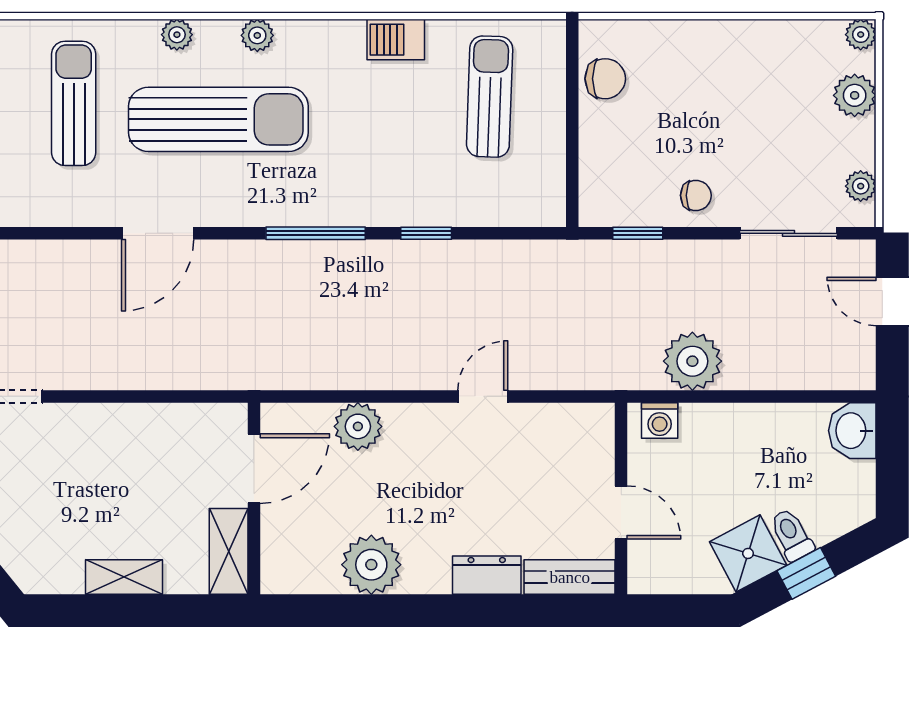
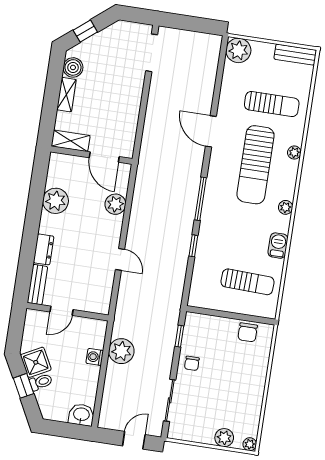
plant: (257, 35) -> (286, 207), moved
plant: (861, 186) -> (185, 434), removed
washing machine: (660, 421) -> (95, 357), moved
boiler: (60, 571) -> (73, 67), added

